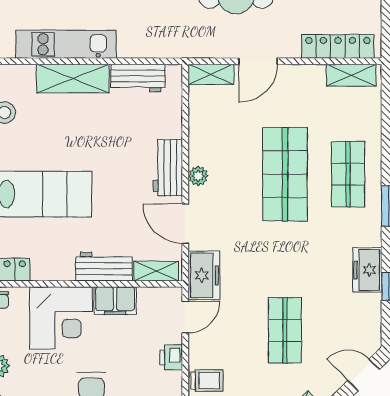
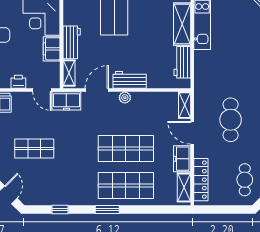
shop shelf: (348, 174) -> (126, 186), width x1.43, depth x1.36
freezer: (367, 270) -> (182, 159), moved, turned -90

